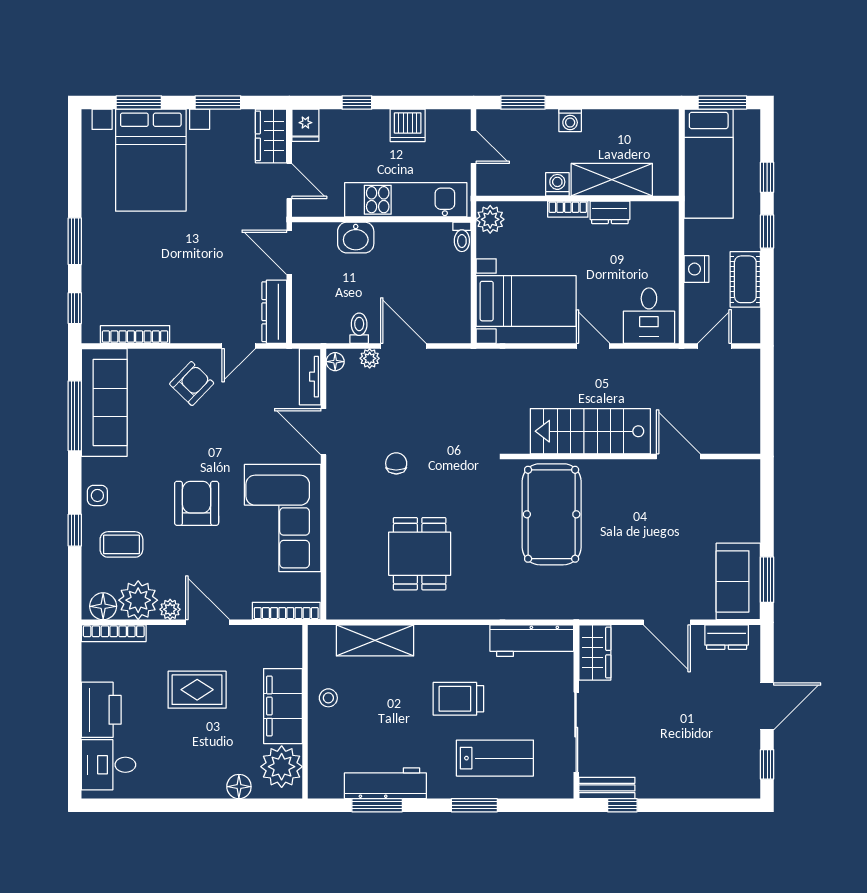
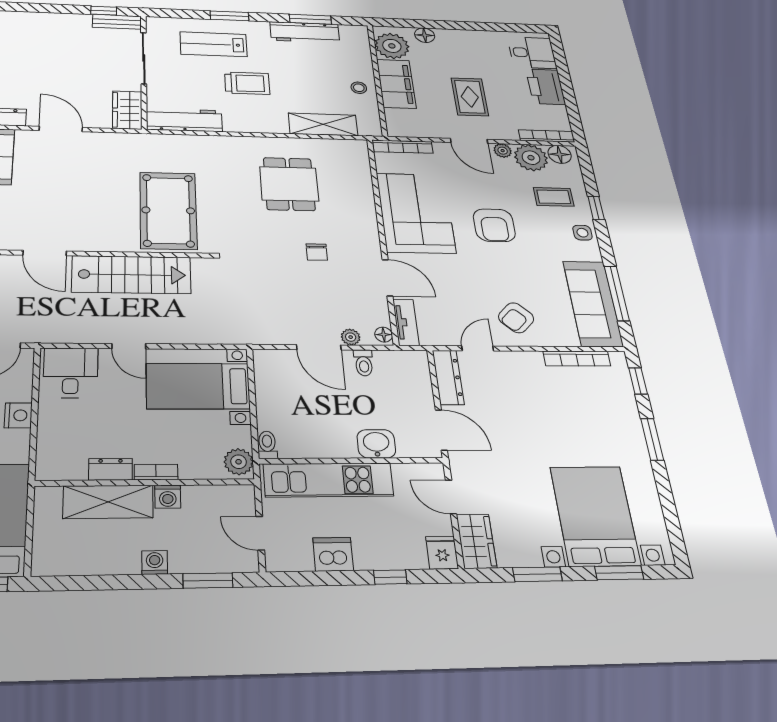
rug: (197, 690) -> (470, 97), turned 90

